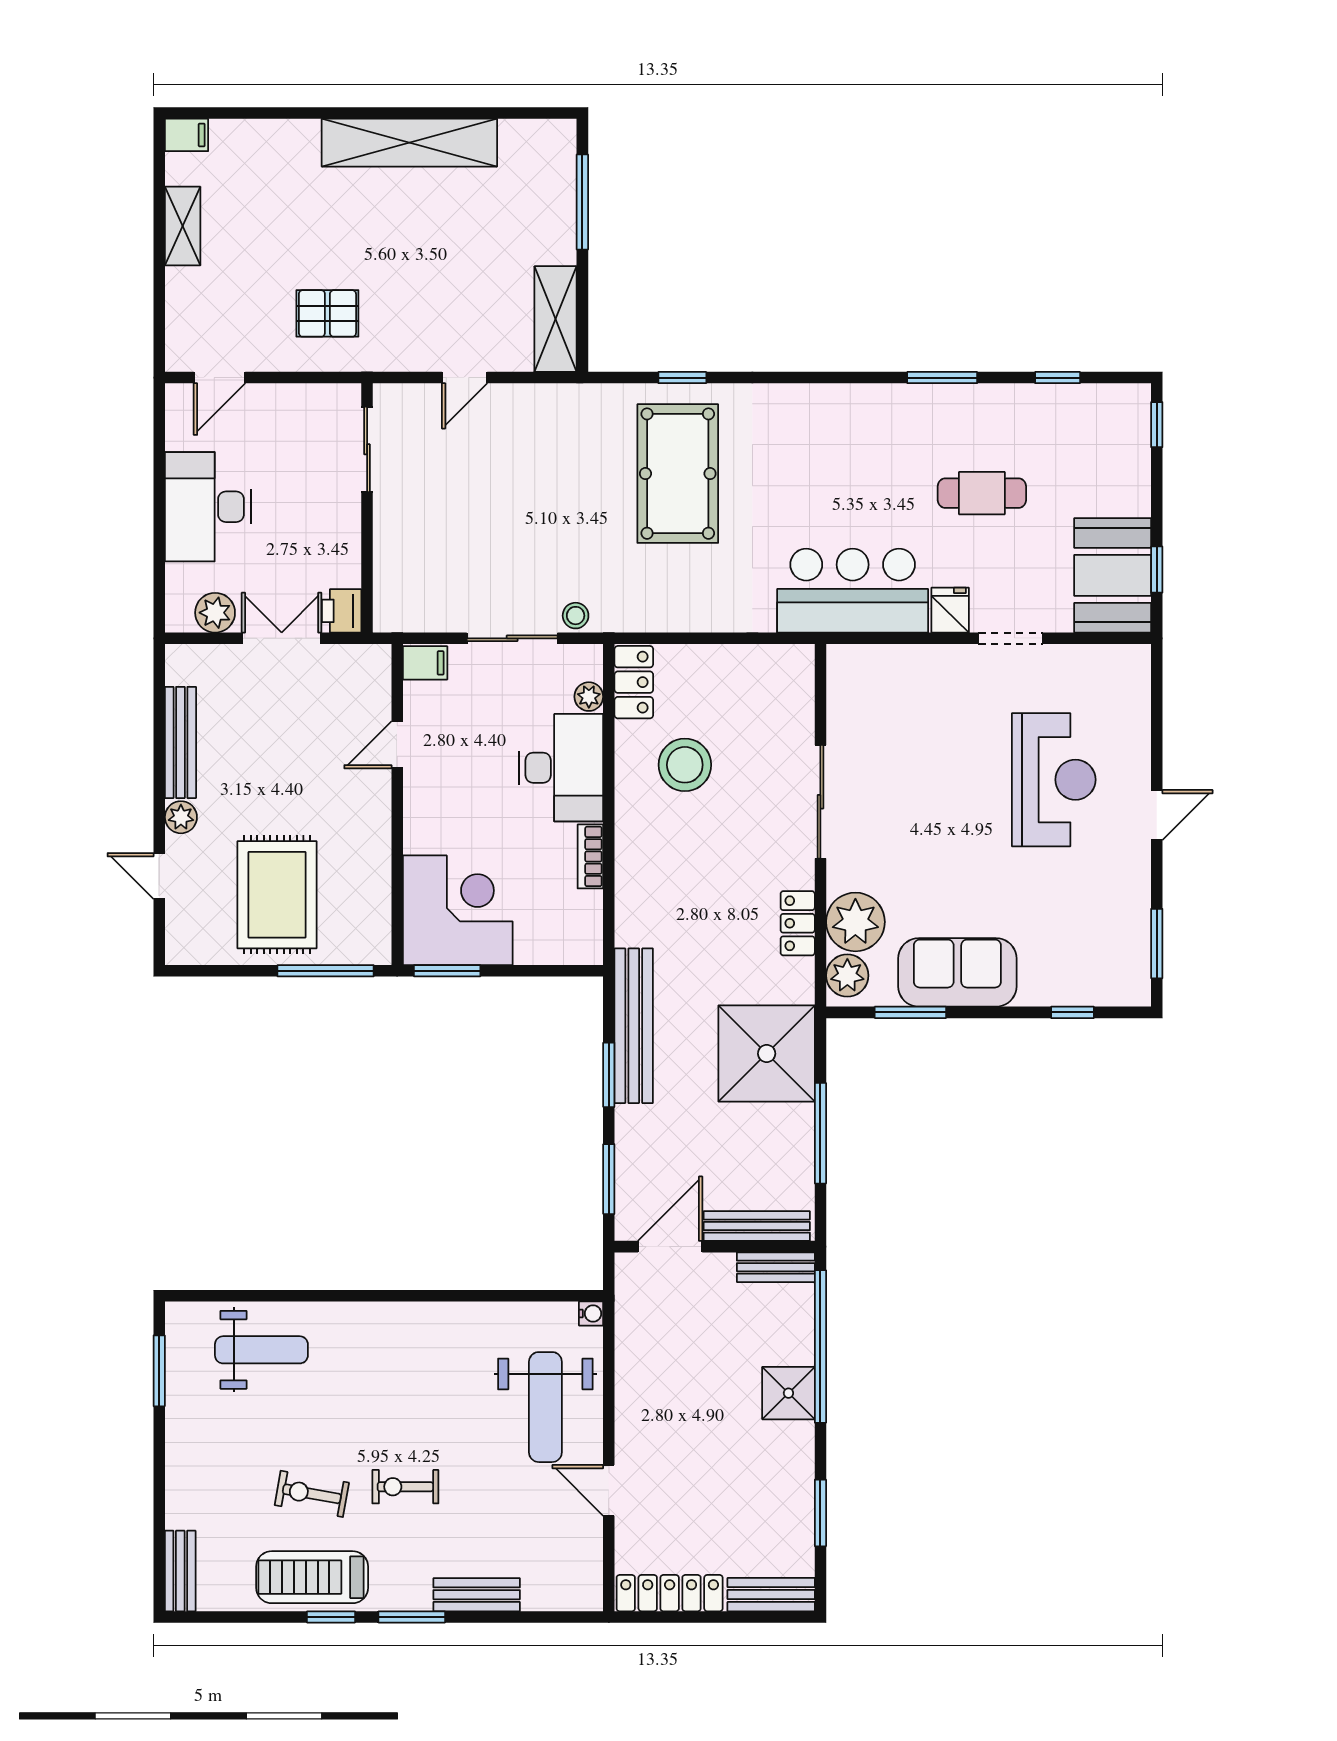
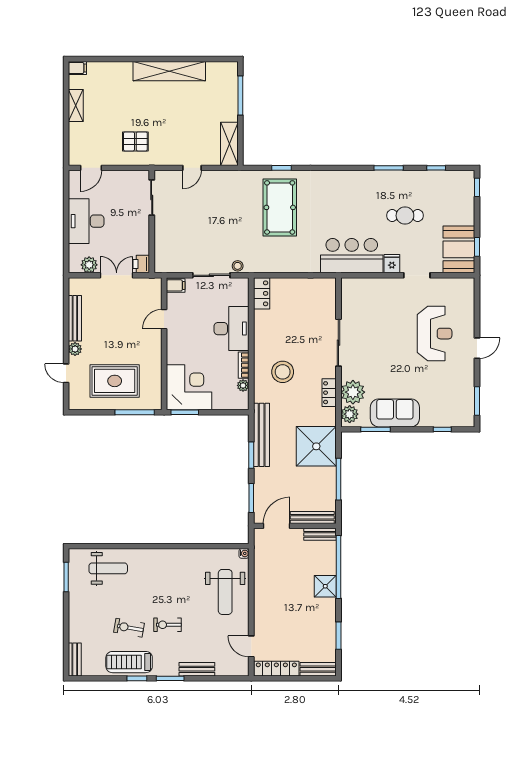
plant: (589, 697) -> (243, 385), moved
stool: (685, 765) -> (283, 372), moved
rug: (277, 895) -> (115, 381), turned 90
door: (609, 1490) -> (251, 646), moved

